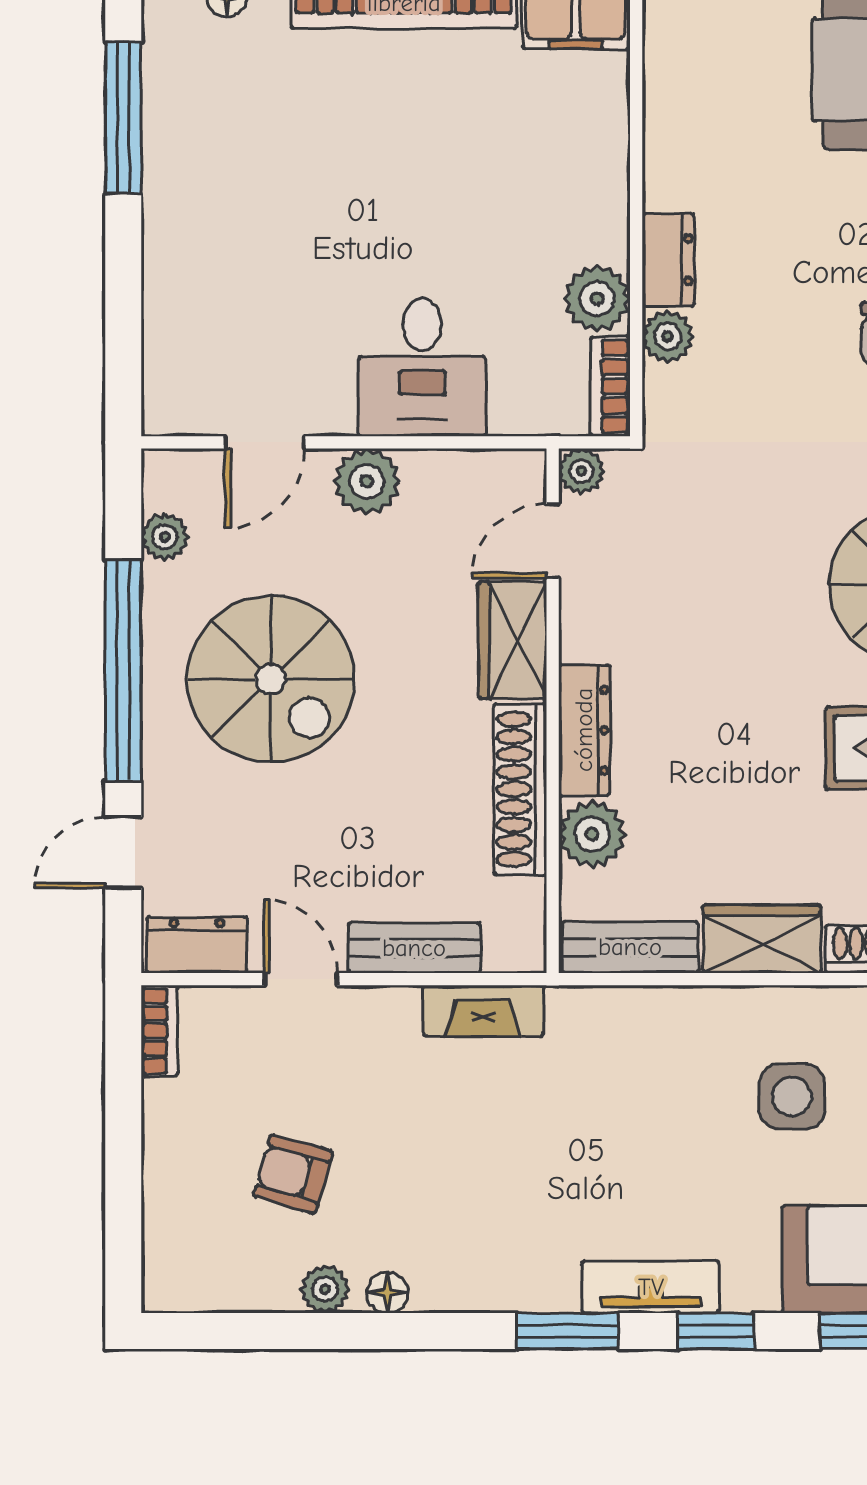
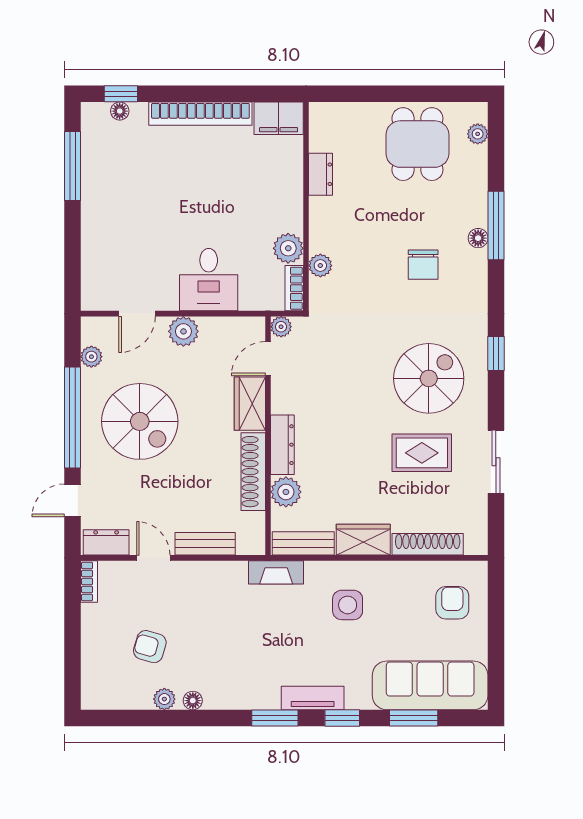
dresser: (668, 260) -> (321, 174), moved
fireplace: (483, 1011) -> (276, 572), moved
side table: (792, 1096) -> (348, 605), moved

